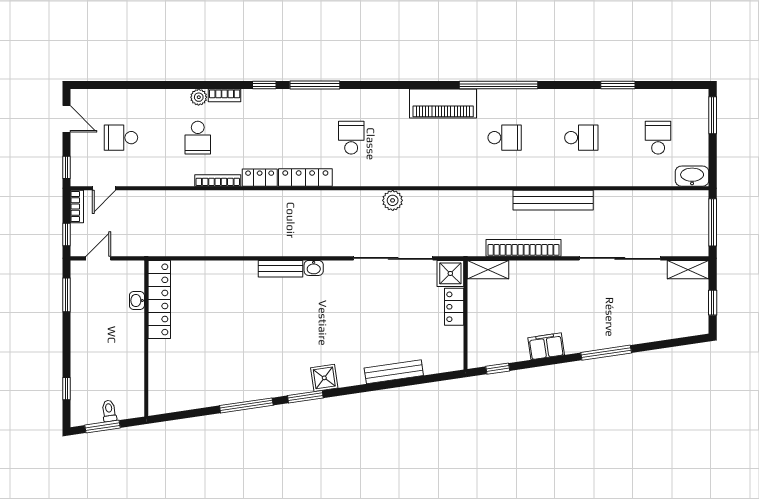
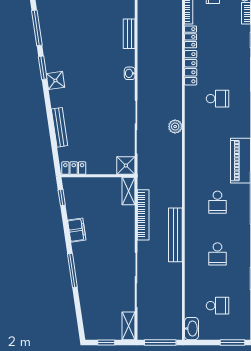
bench: (281, 269) -> (129, 34), moved
locker: (454, 307) -> (74, 168), moved

